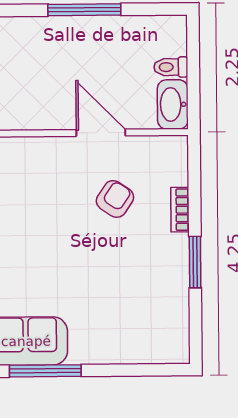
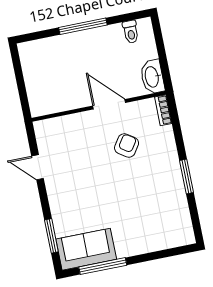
toilet: (171, 67) -> (131, 32), moved, turned -90
bookcase: (180, 210) -> (163, 110), moved

